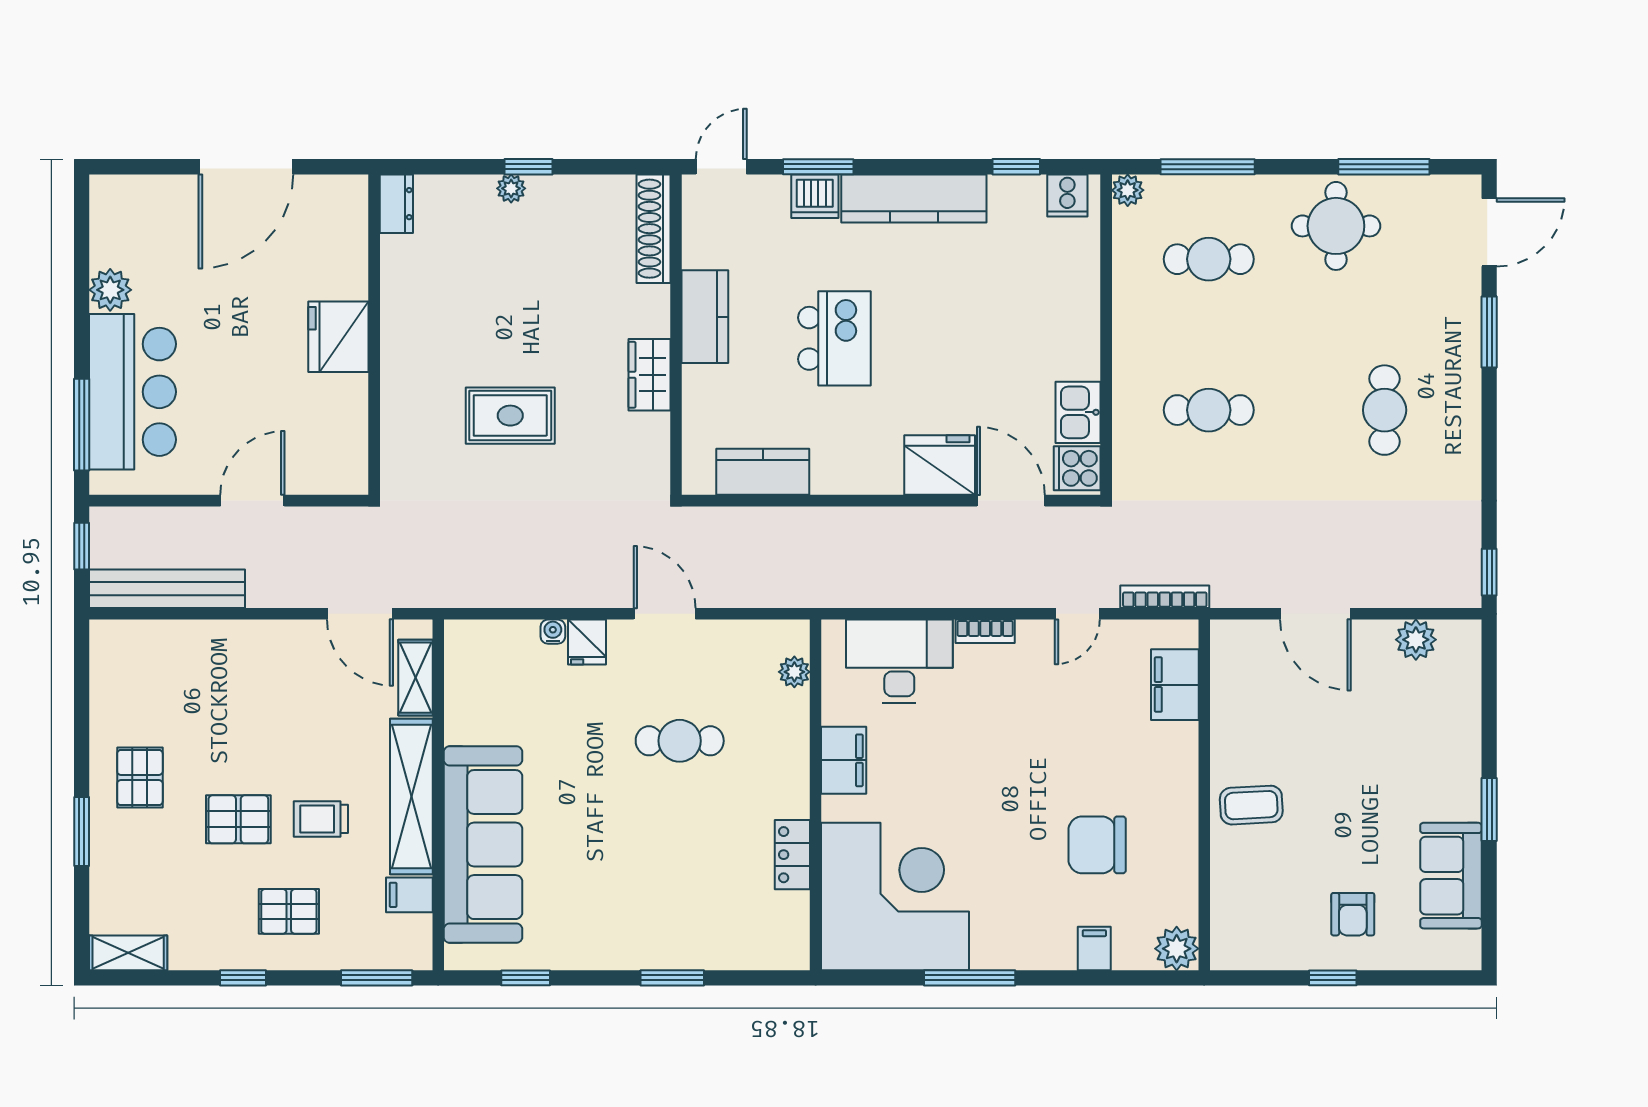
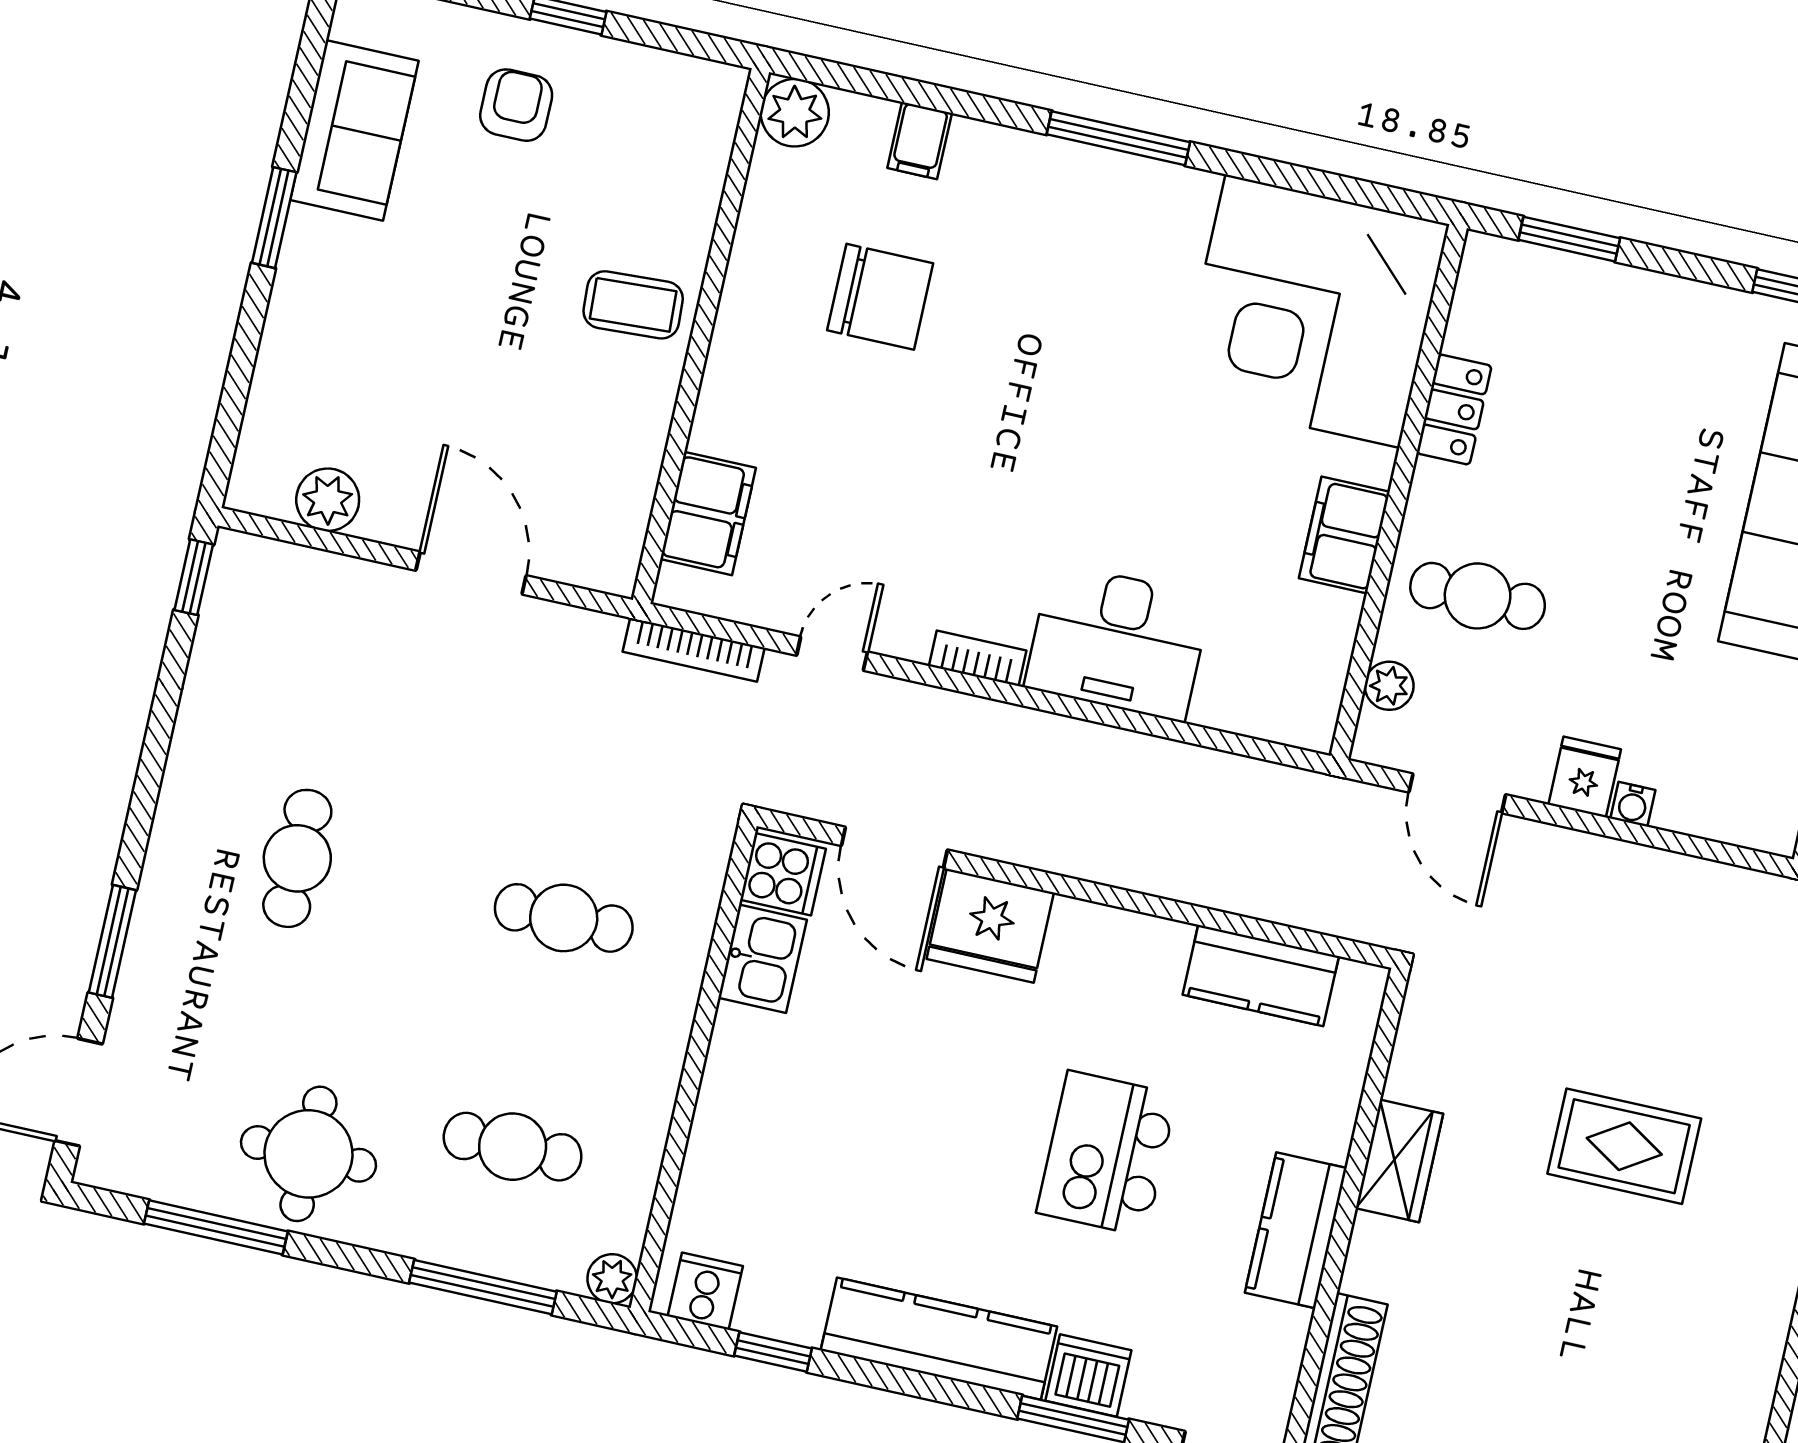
plant: (794, 672) -> (1389, 686), moved
filing cabinet: (844, 760) -> (1344, 535), moved
wall: (816, 795) -> (1399, 492), moved
locker: (792, 855) -> (1454, 409), moved
corner desk: (895, 897) -> (1313, 311), moved

